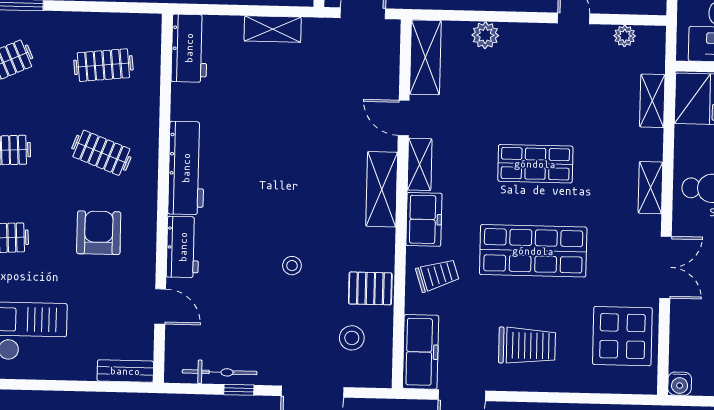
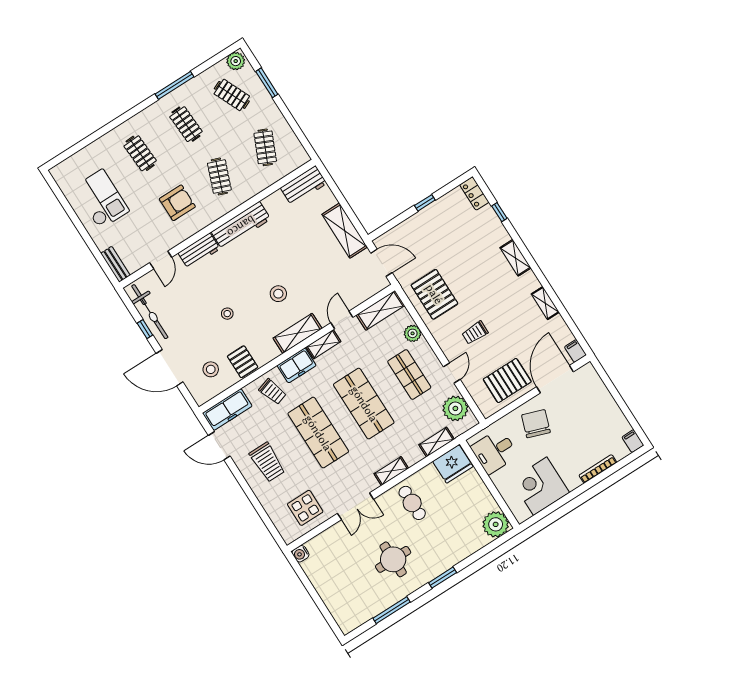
shelving: (273, 29) -> (345, 231), width x1.50, depth x1.33
plant: (625, 36) -> (455, 408), width x1.87, depth x1.87
clothes rail: (103, 65) -> (265, 147), turned 30
shop shelf: (537, 77) -> (409, 375), added
shop shelf: (535, 164) -> (364, 404), width x1.43, depth x1.36
stool: (311, 179) -> (278, 294), added
display table: (622, 336) -> (305, 508), width x0.73, depth x0.73
bicycle: (220, 372) -> (150, 312), width x1.37, depth x1.40

